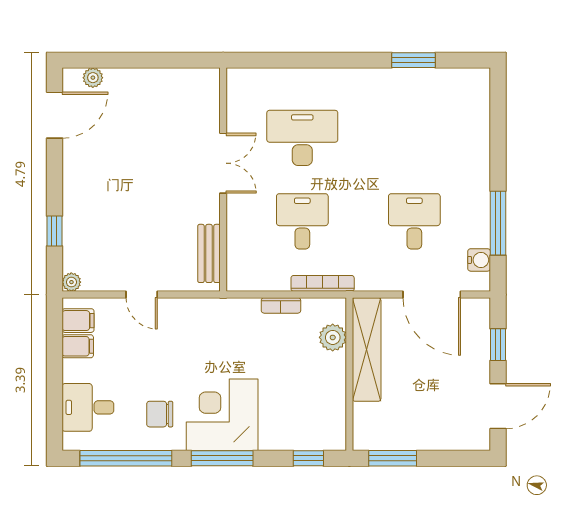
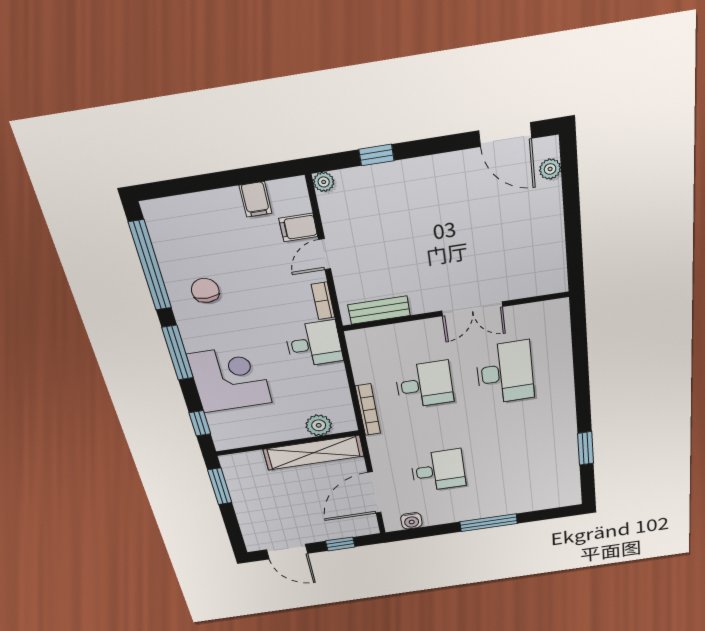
window: (498, 223) -> (489, 523), moved
bookcase: (281, 305) -> (323, 301), moved
filing cabinet: (78, 321) -> (298, 227), moved, turned 90
desk: (88, 407) -> (314, 344), moved, turned 90
corner desk: (222, 415) -> (230, 379), moved

